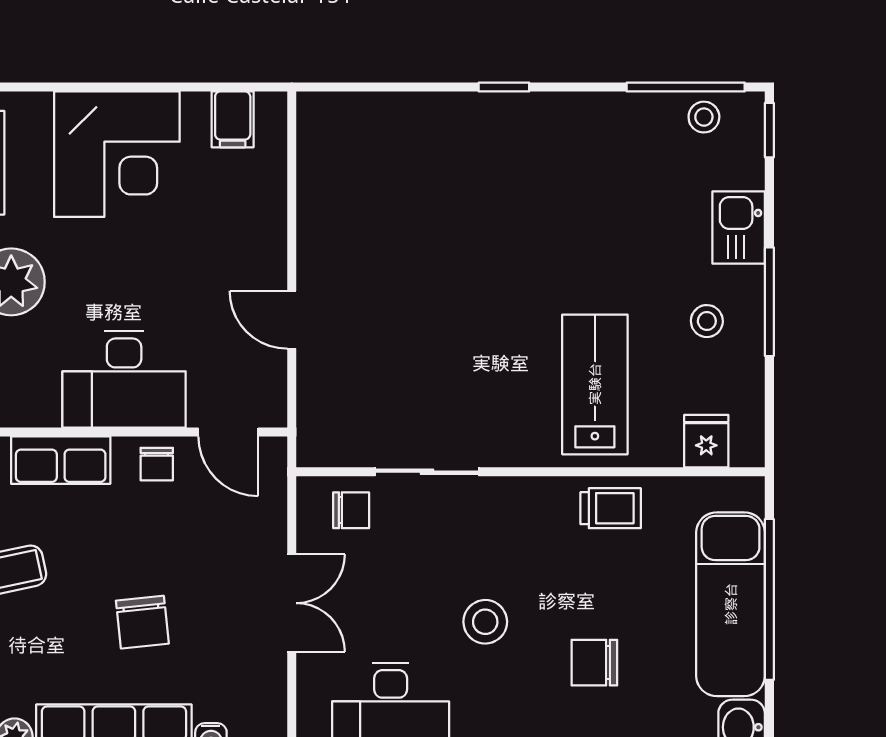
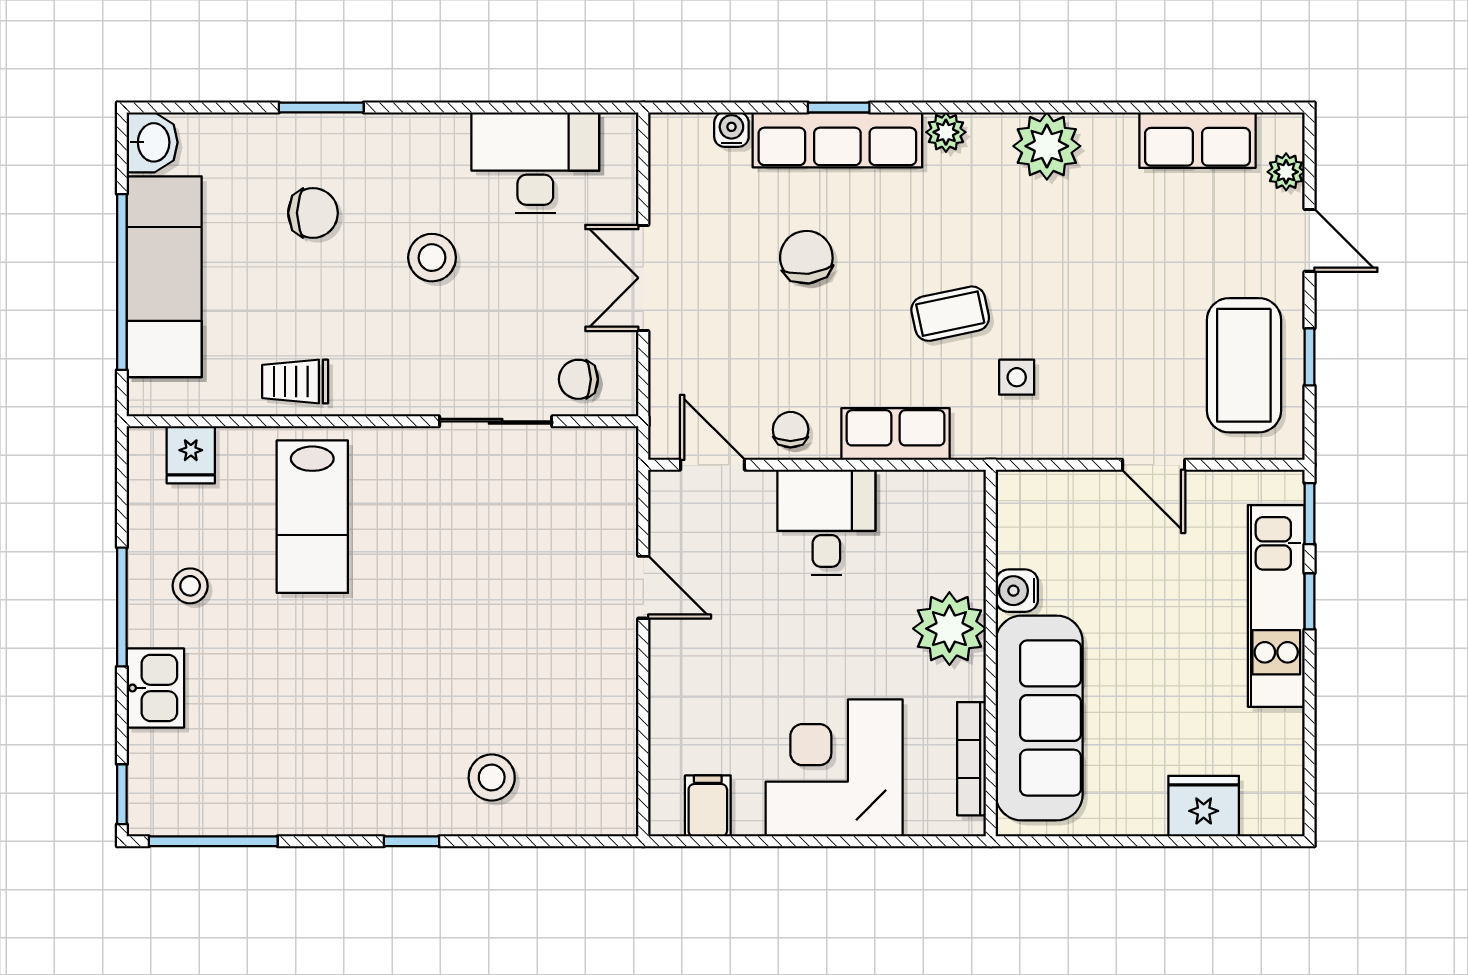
stool: (704, 117) -> (492, 777), moved, width x1.37, depth x1.37
desk: (124, 379) -> (826, 522), width x0.73

